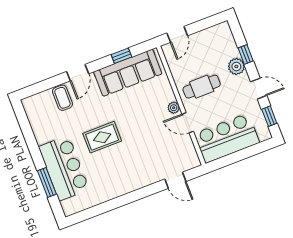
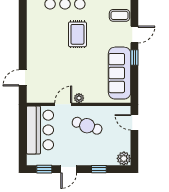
window: (121, 56) -> (134, 58), moved
plant: (236, 66) -> (124, 158), moved
door: (78, 73) -> (134, 35), swing flipped
cafe table: (202, 87) -> (87, 126), turned -71

